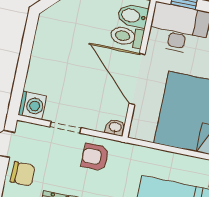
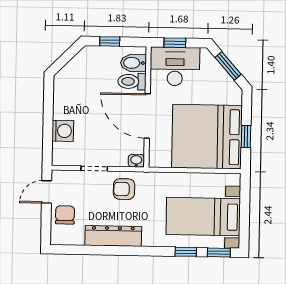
washing machine: (32, 105) -> (63, 131), moved
chair: (23, 174) -> (65, 215), turned -90

